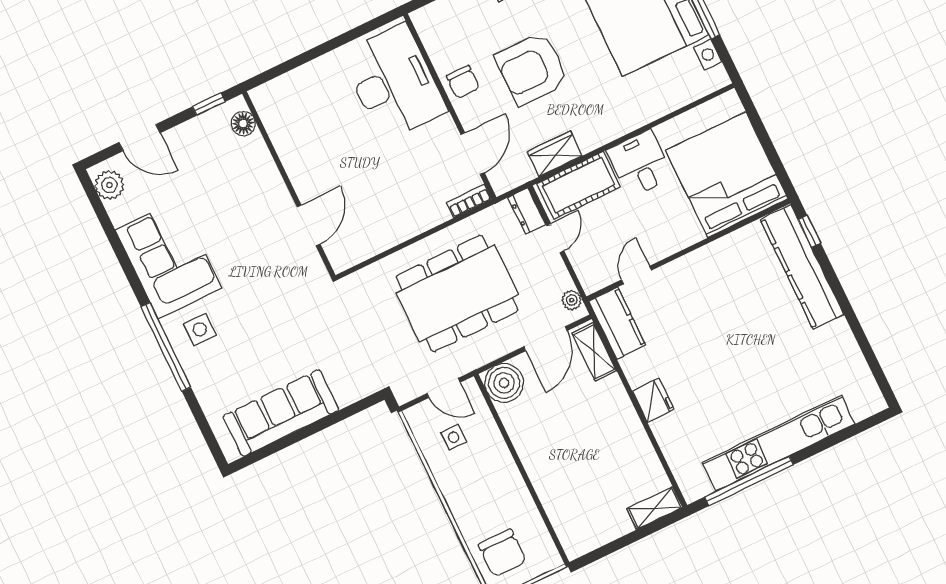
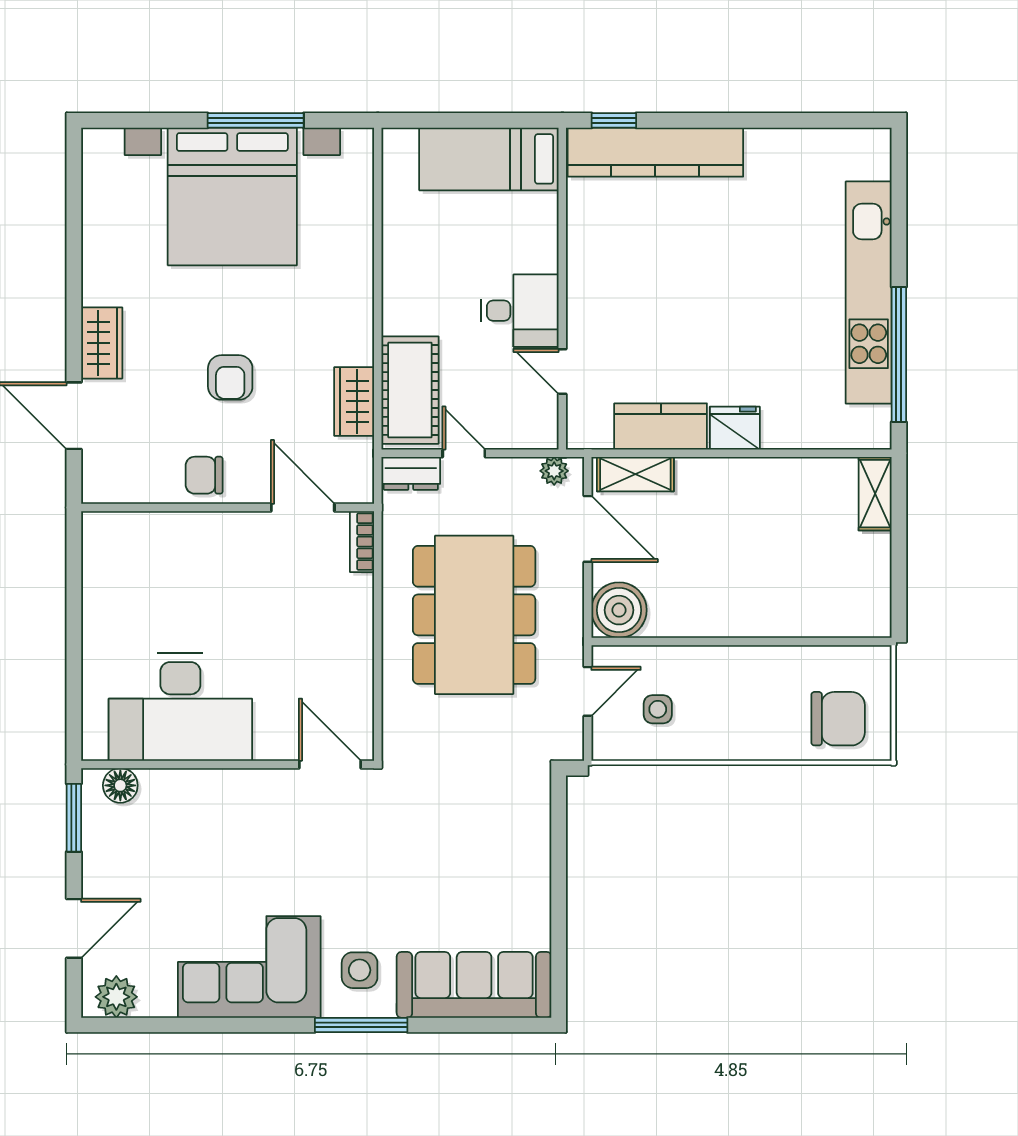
armchair: (532, 69) -> (230, 377), width x0.53, depth x0.53
desk: (394, 82) -> (180, 707), moved, turned 180
chair: (463, 82) -> (204, 475), turned 180
window: (209, 104) -> (74, 818), width x1.50
desk: (640, 164) -> (520, 311), moved, turned 180
bed: (727, 175) -> (489, 159), width x0.49
door: (309, 225) -> (330, 764), moved
kitchen counter: (617, 323) -> (661, 426), moved
window: (166, 347) -> (361, 1025), width x0.68
sofa: (281, 413) -> (474, 985), moved, turned 90

